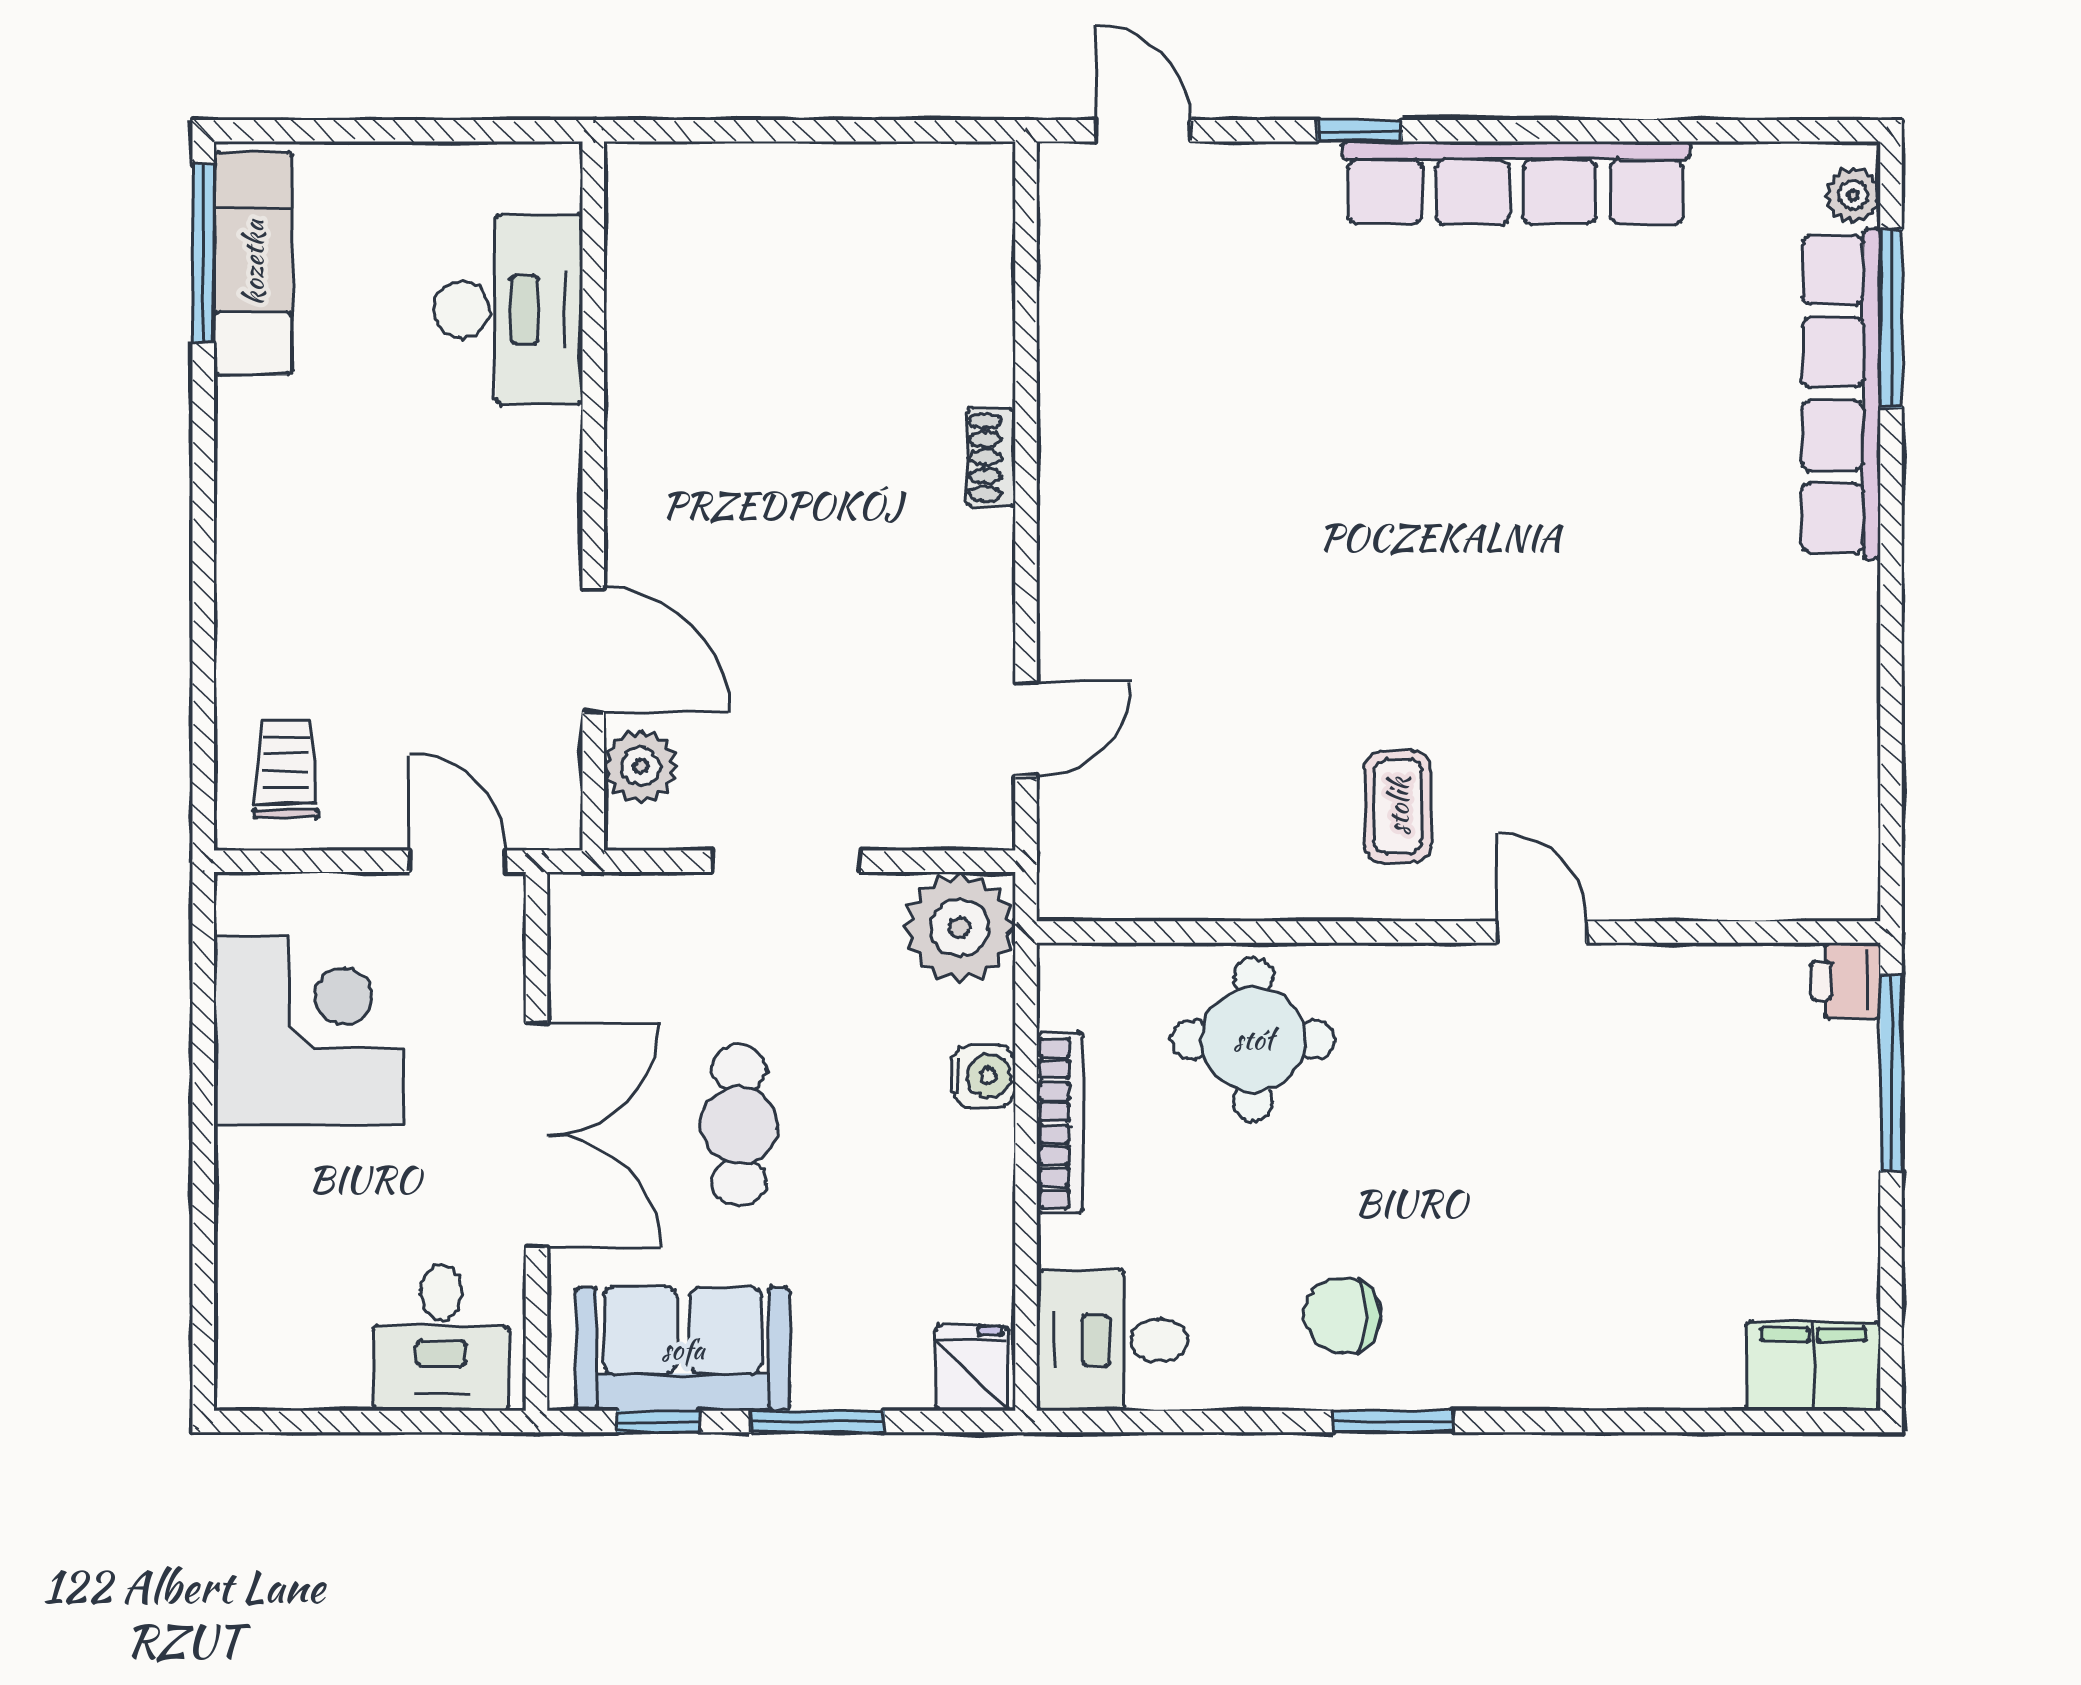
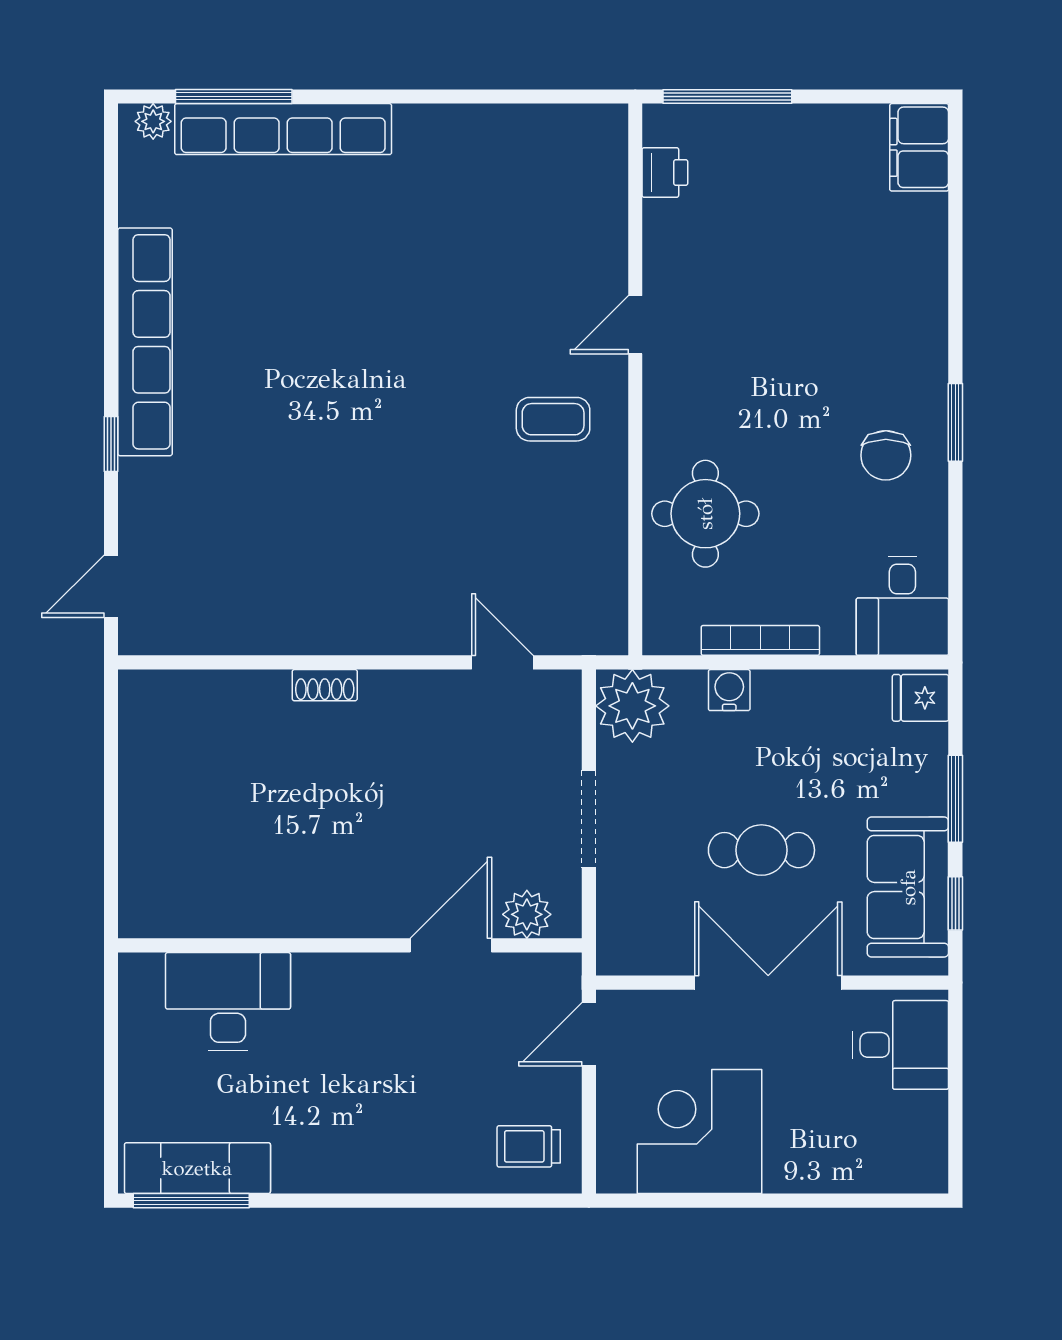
printer: (1846, 981) -> (665, 172), moved, turned -90

